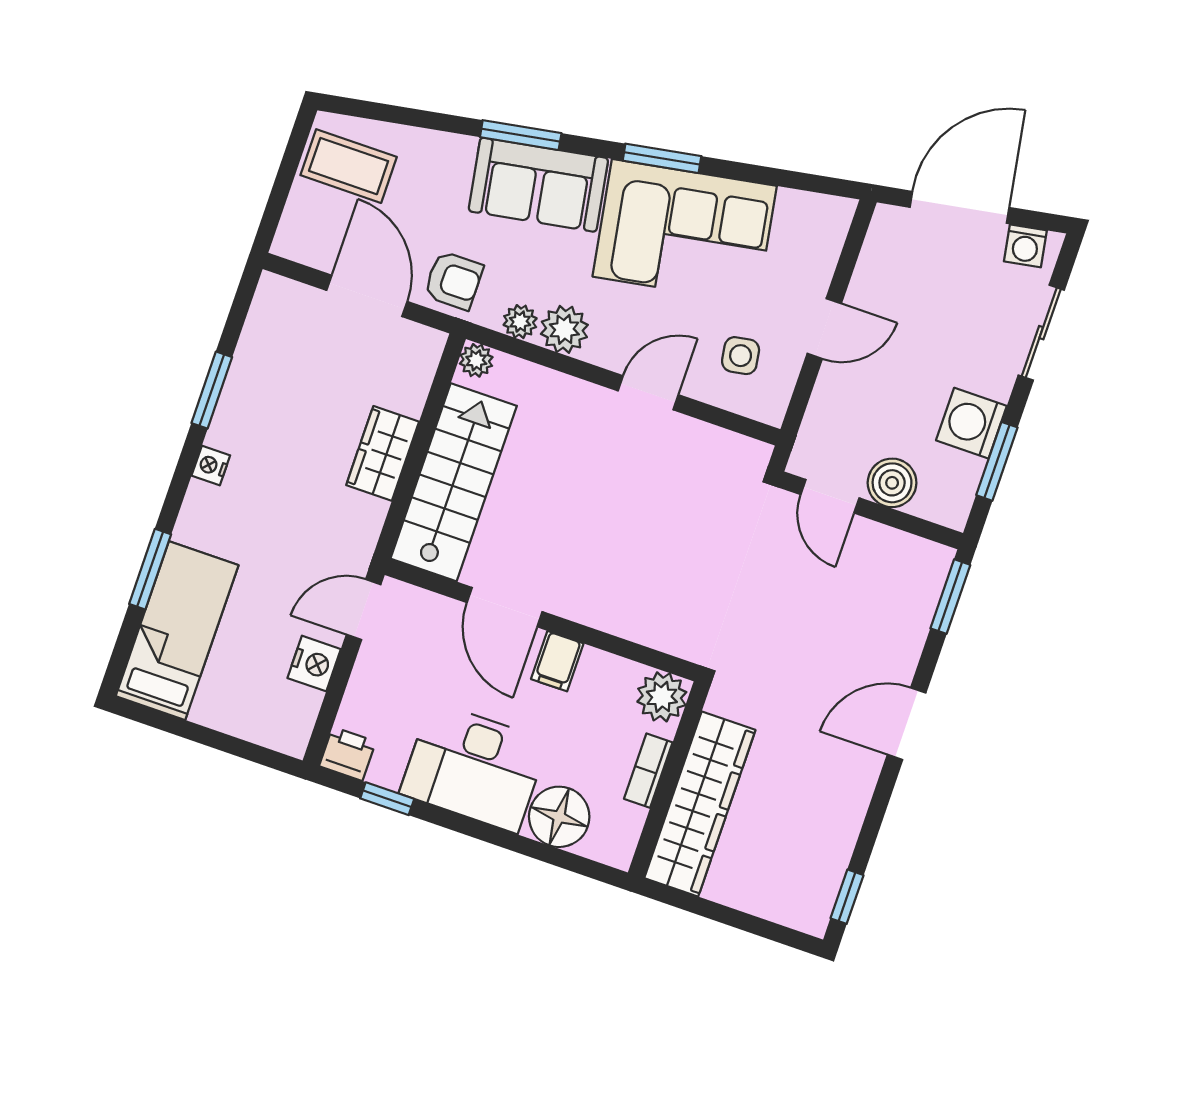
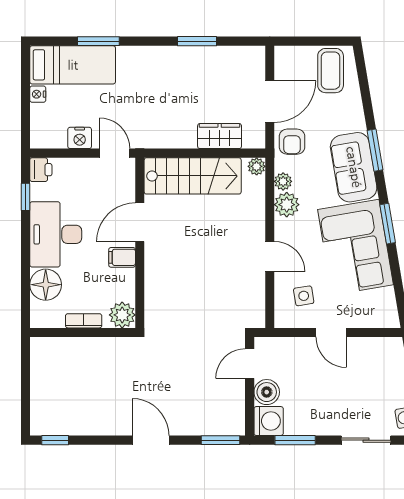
washing machine: (971, 423) -> (269, 421), moved, turned 90
wardrobe: (383, 453) -> (220, 136), moved
nightstand: (211, 466) -> (38, 94), moved, turned -90
wardrobe: (700, 804) -> (76, 352), removed

